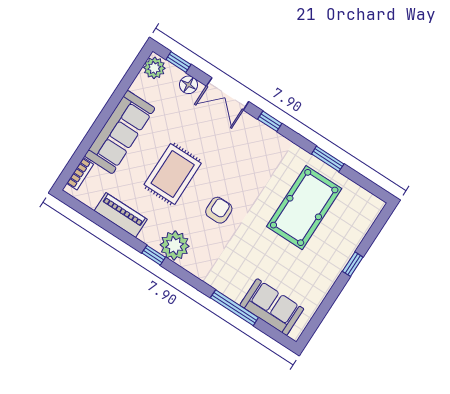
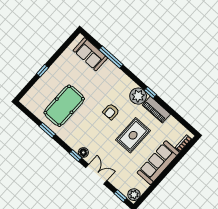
floor lamp: (188, 85) -> (83, 153), moved
piano: (121, 215) -> (156, 110), moved

